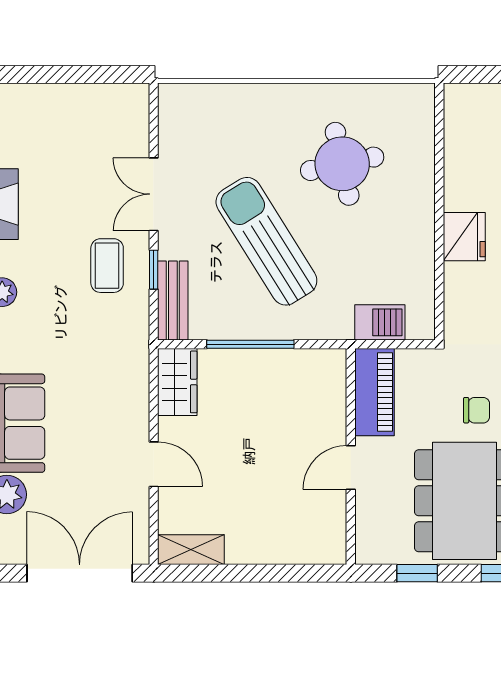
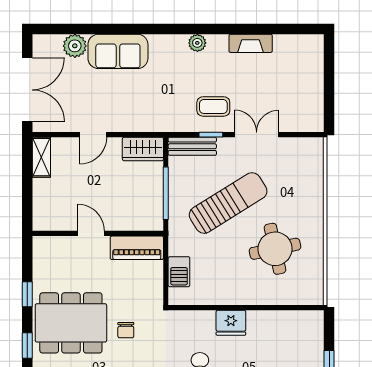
piano: (374, 392) -> (137, 248), moved
wall: (351, 456) -> (98, 233), moved
door: (351, 468) -> (91, 233), moved

